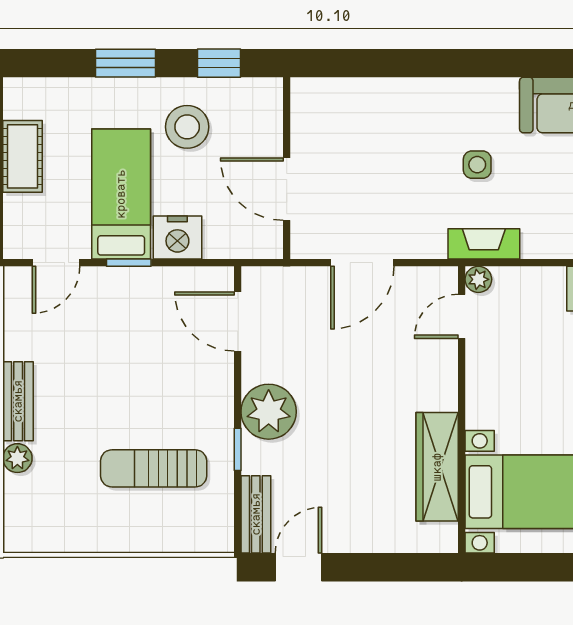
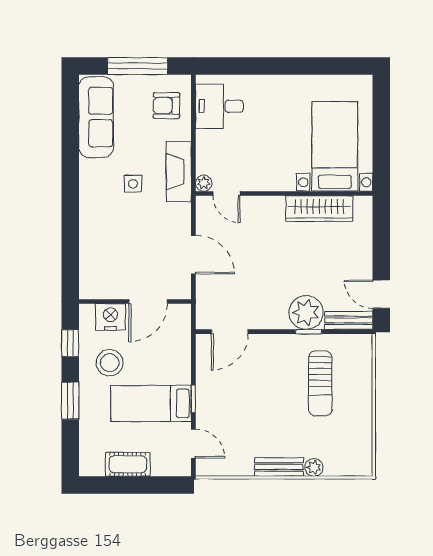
nightstand: (177, 237) -> (110, 317), moved, turned -90
fireplace: (484, 244) -> (179, 172), width x1.37, depth x1.32
plant: (269, 412) -> (306, 312), moved

